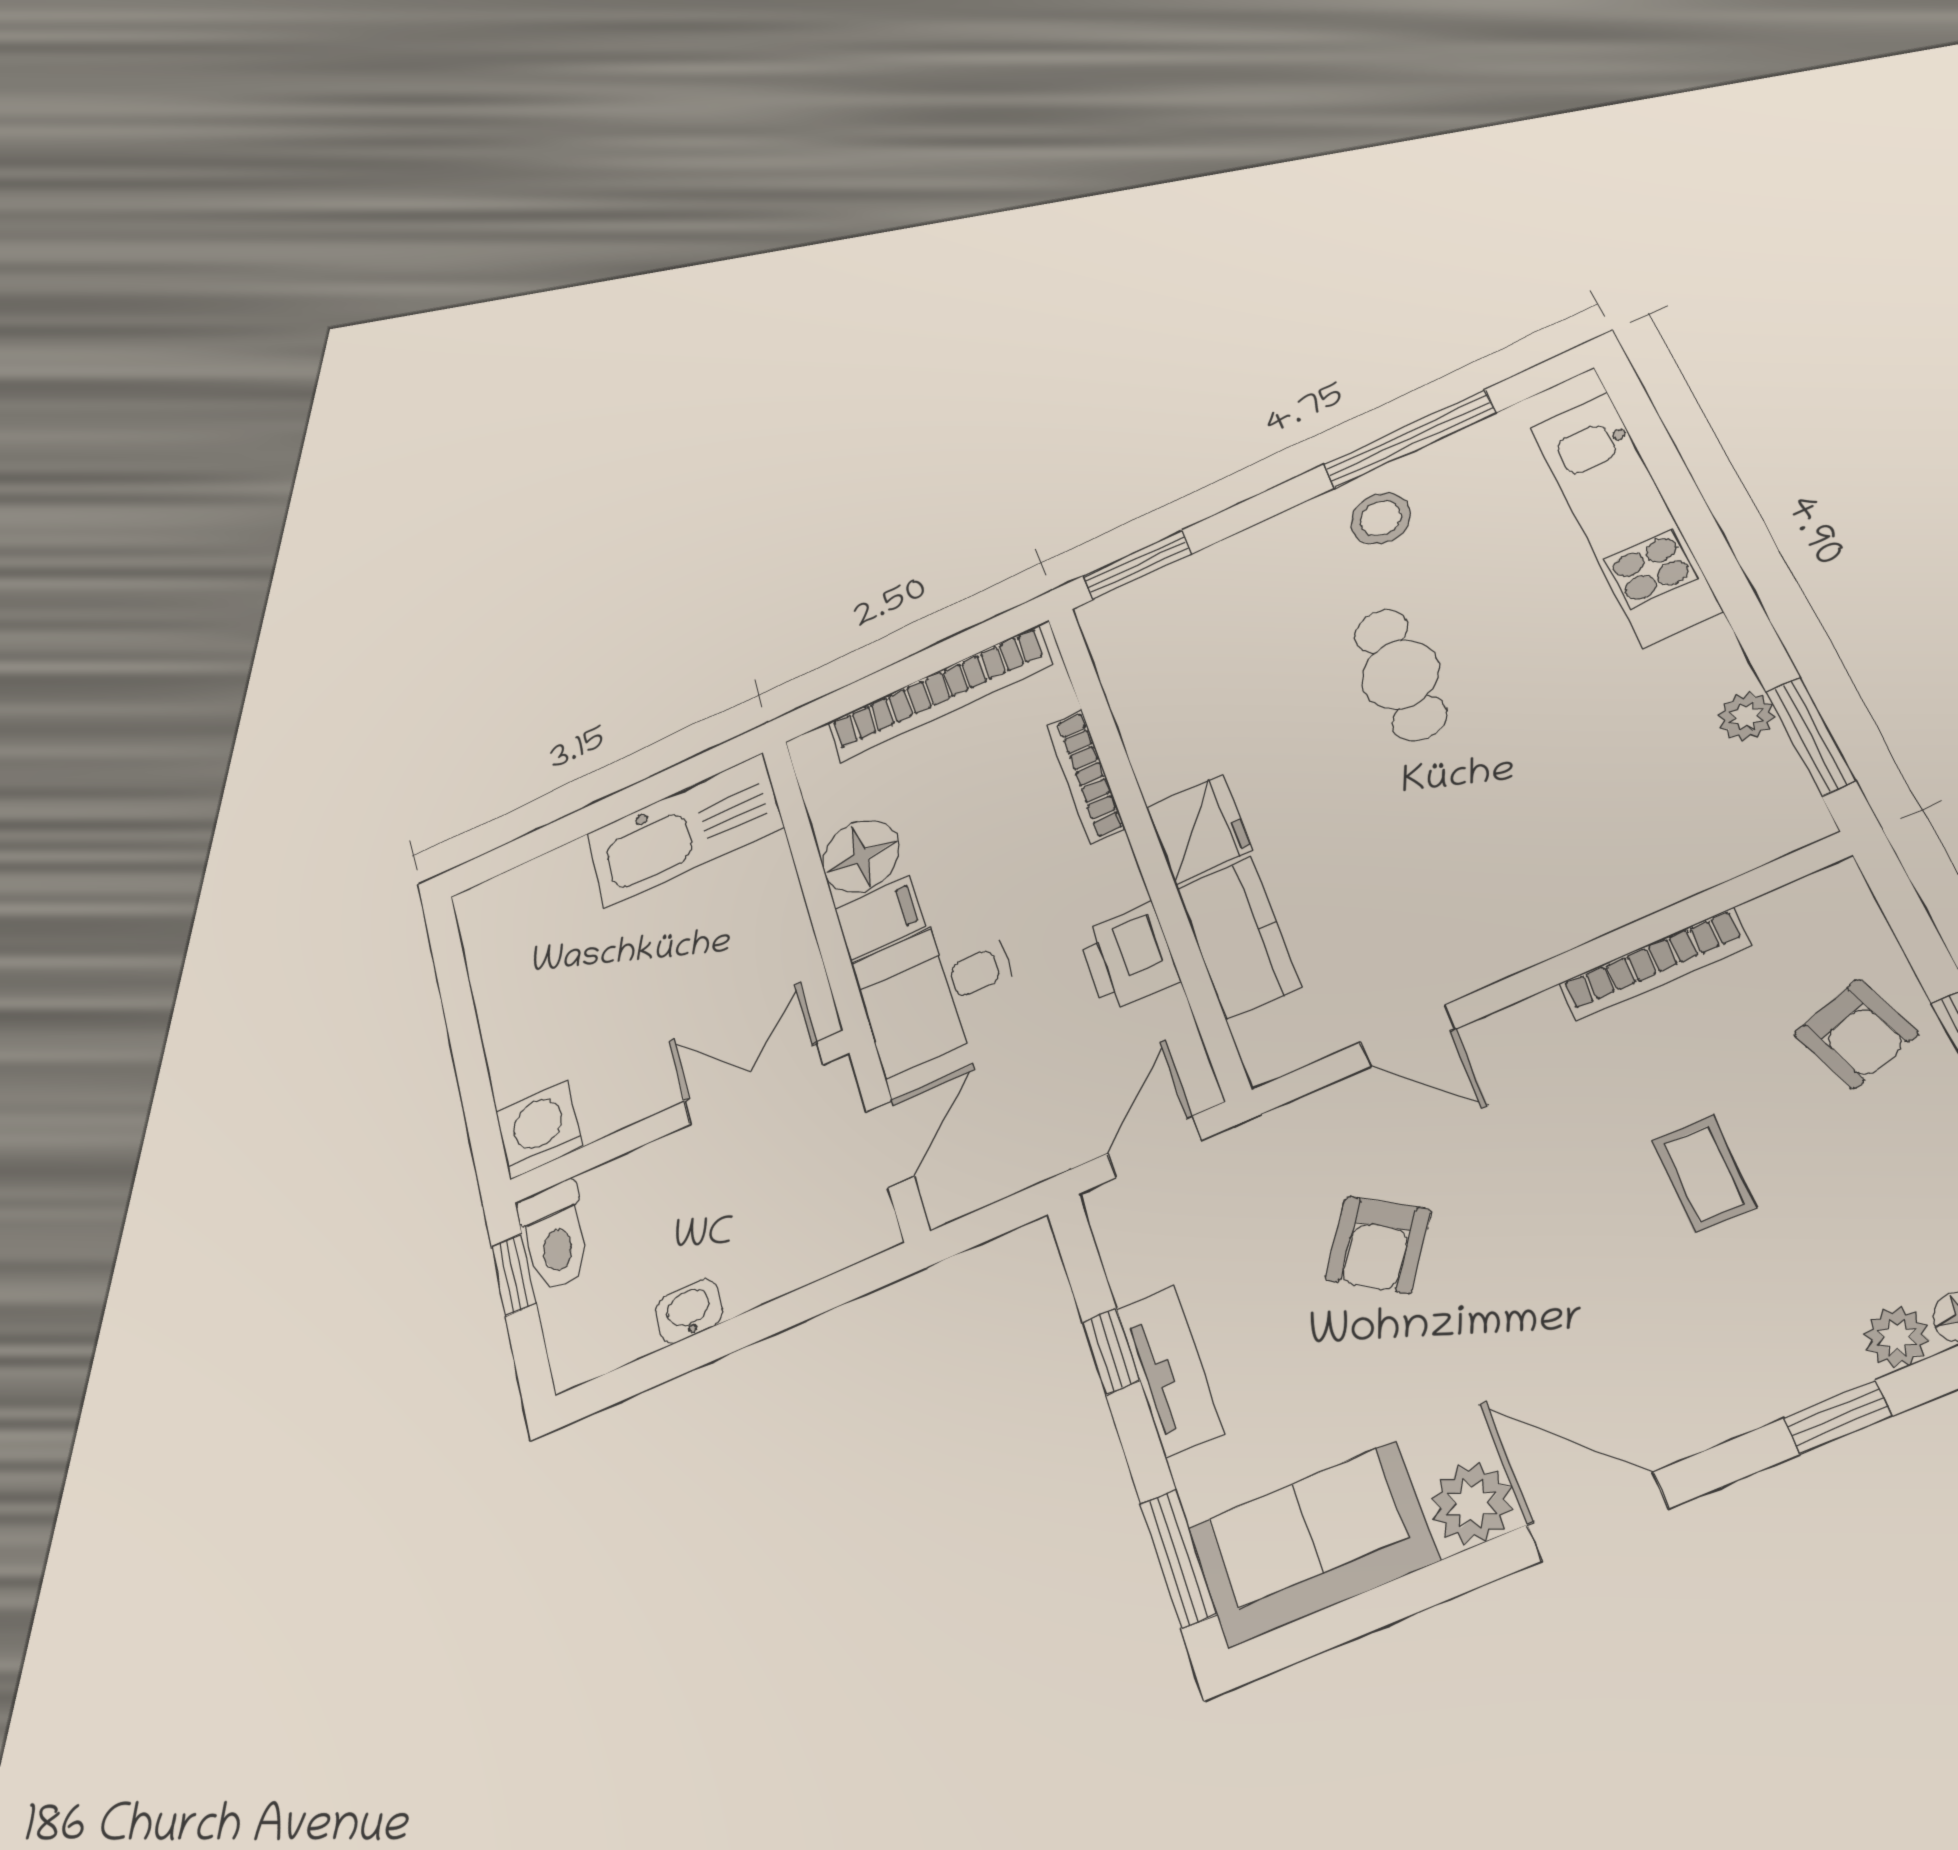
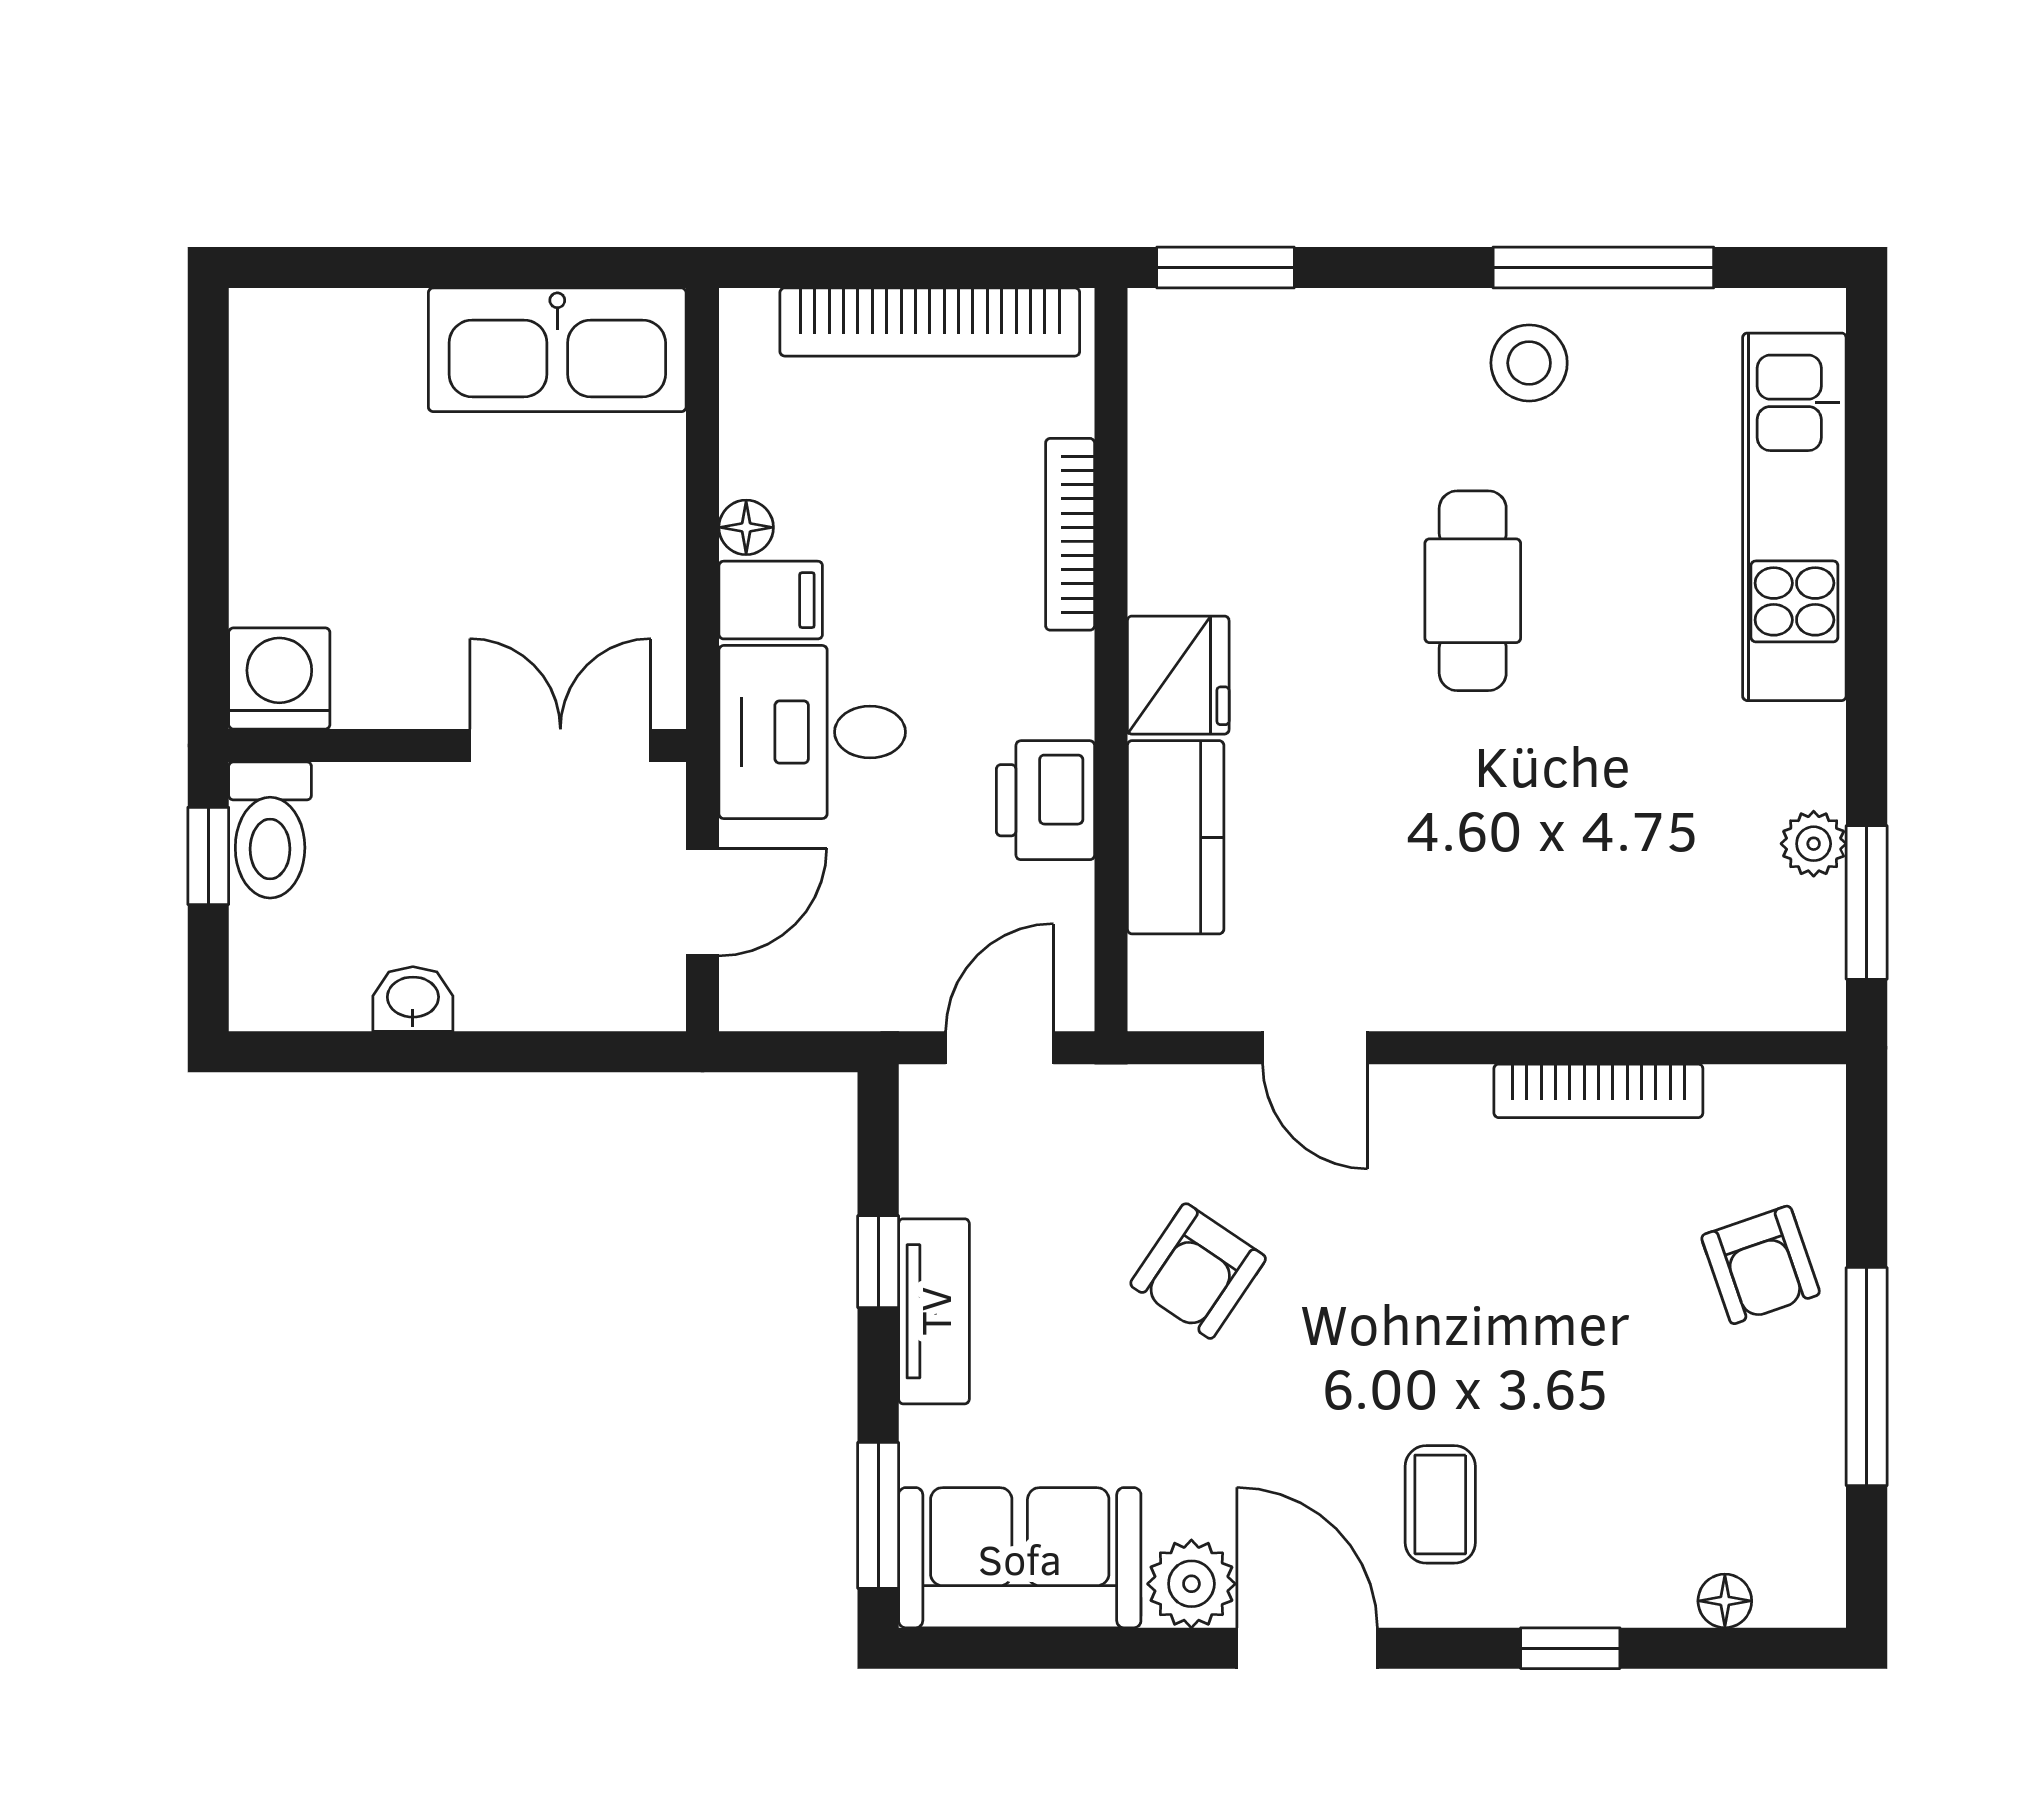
floor lamp: (861, 856) -> (746, 527), width x0.53, depth x0.53
coffee table: (1704, 1174) -> (1440, 1504), moved
plant: (1897, 1337) -> (1658, 1595), removed

